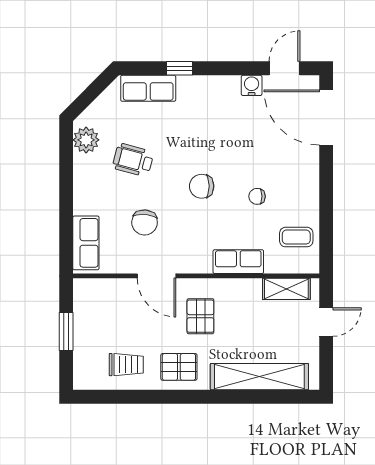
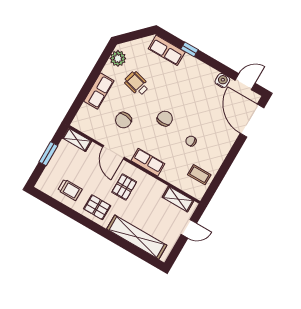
chair: (202, 186) -> (165, 119), turned 90
row of seats: (86, 243) -> (99, 91), moved
row of seats: (238, 262) -> (148, 162), moved
shelving: (95, 288) -> (77, 140), added

